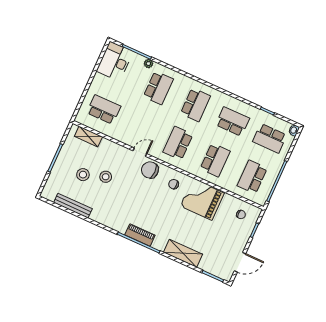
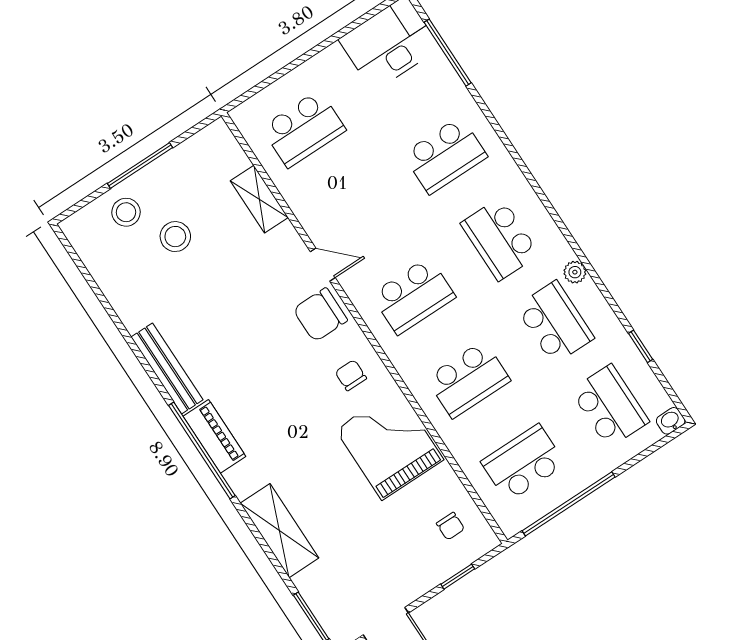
plant: (148, 64) -> (575, 272), moved
school desk: (195, 105) -> (500, 239), turned 90
school desk: (104, 110) -> (304, 129), turned 90
shelving: (88, 136) -> (259, 199), moved
school desk: (270, 138) -> (610, 406), turned 180
school desk: (178, 143) -> (413, 296), turned 180
chair: (150, 170) -> (320, 315), turned -90
stool: (106, 177) -> (126, 212), moved
bench: (73, 206) -> (167, 368), moved

